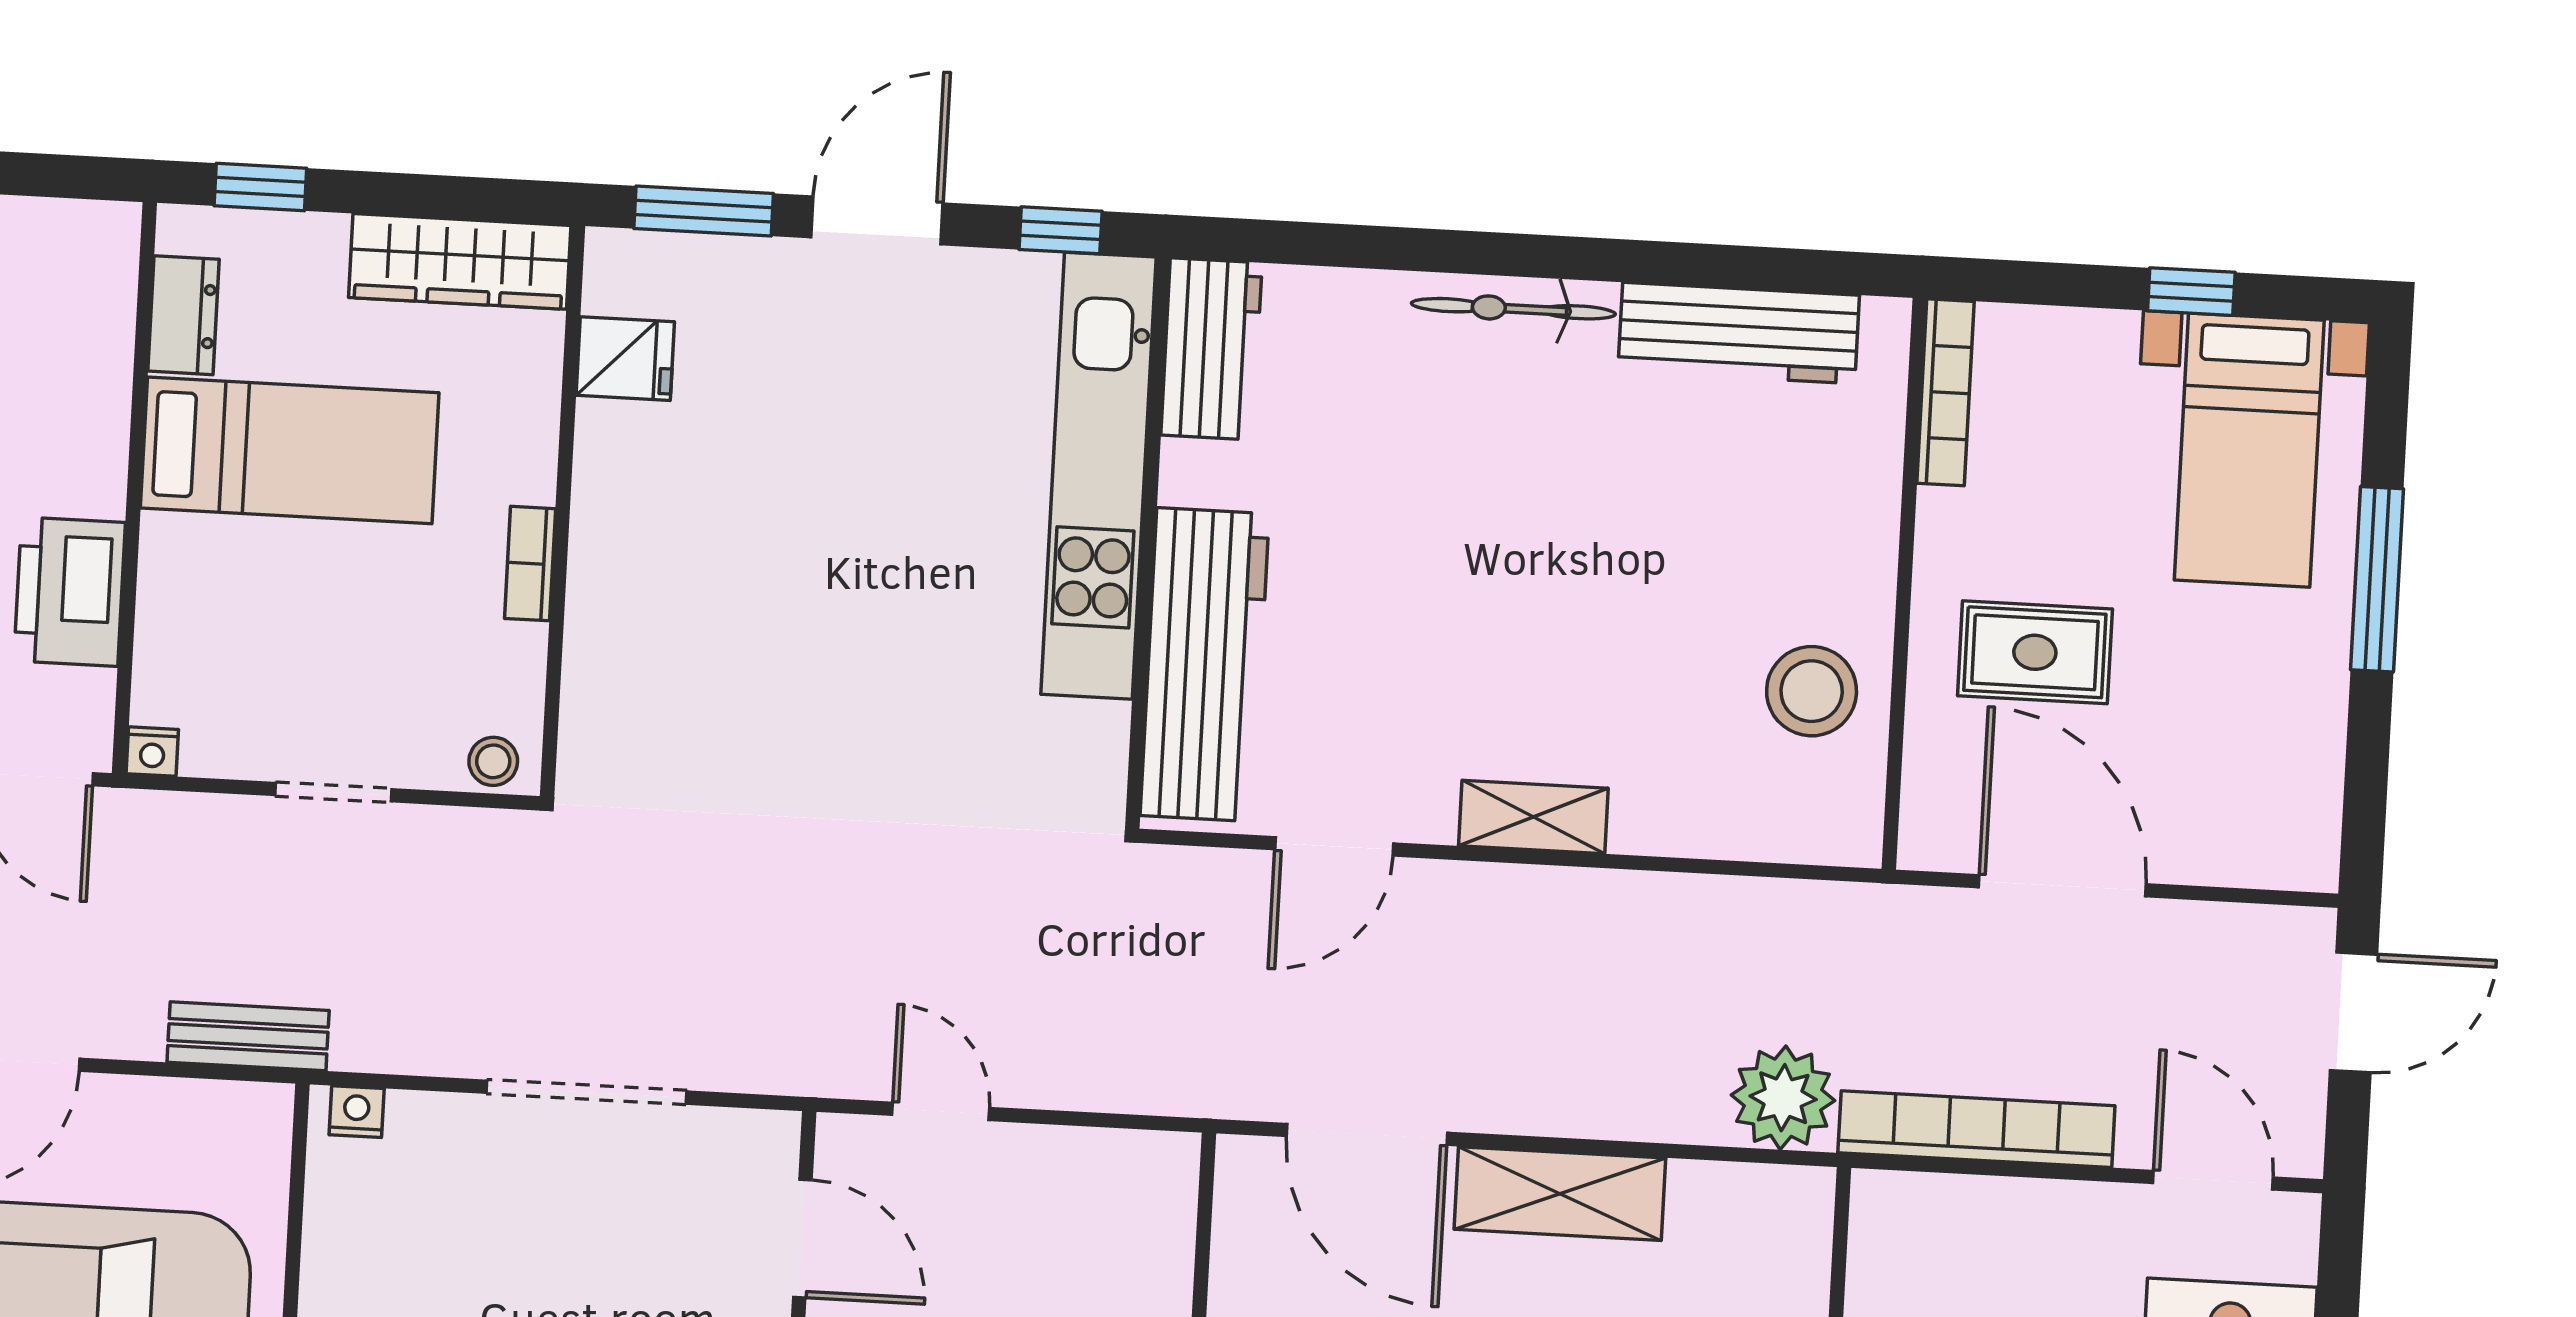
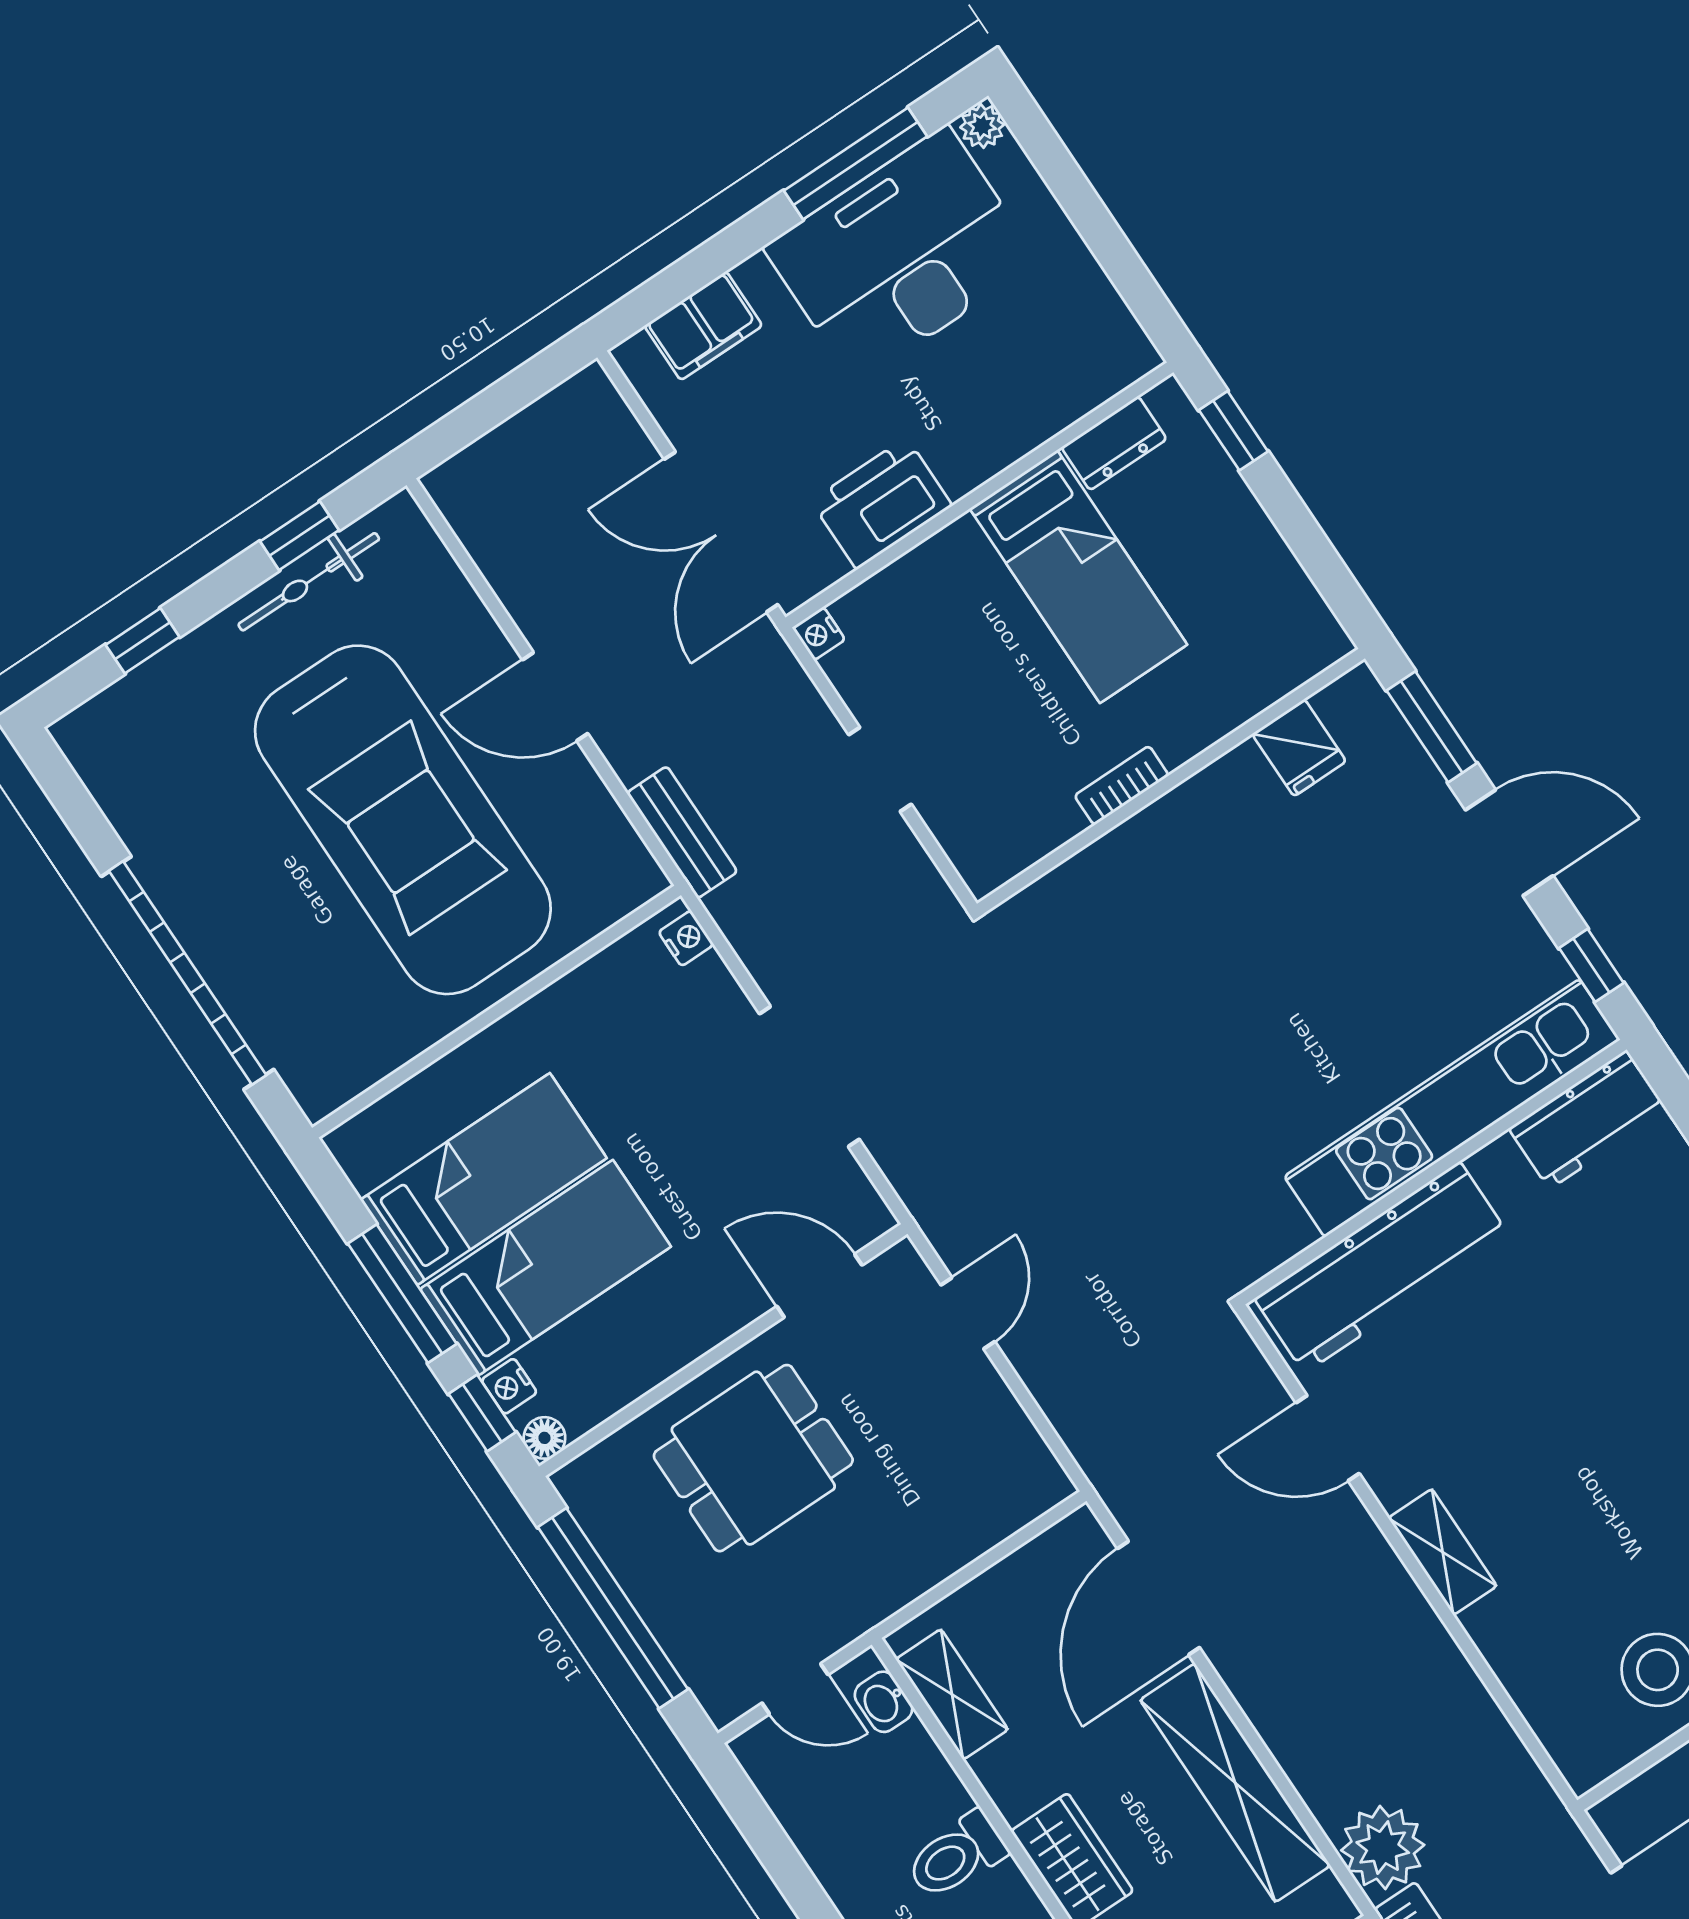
wardrobe: (460, 261) -> (1282, 595), removed
stool: (493, 761) -> (977, 857), removed
shelving: (1560, 1194) -> (1235, 1783), width x1.47
door: (802, 1239) -> (819, 1286), swing flipped

